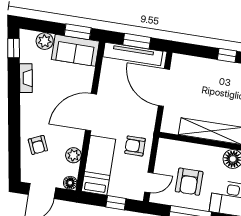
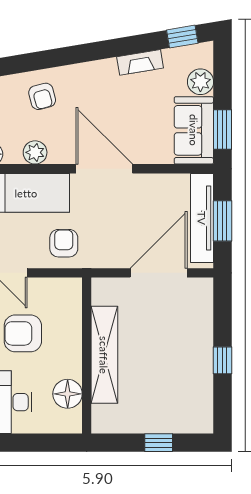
armchair: (38, 145) -> (42, 96), turned -81

